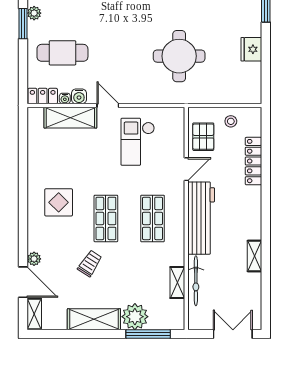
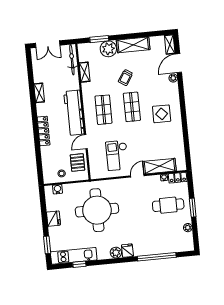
window: (23, 24) -> (193, 208), moved
round table: (179, 56) -> (97, 210), width x1.36, depth x1.36
water cooler: (79, 96) -> (58, 189), moved
door: (108, 105) -> (137, 176), swing flipped
checkout: (138, 142) -> (117, 155), turned 180
locker: (253, 161) -> (44, 131), moved
trolley: (90, 263) -> (126, 77), moved
bicycle: (196, 281) -> (72, 60), moved
door: (23, 282) -> (179, 63), hinge flipped
window: (148, 334) -> (99, 39), width x0.69

